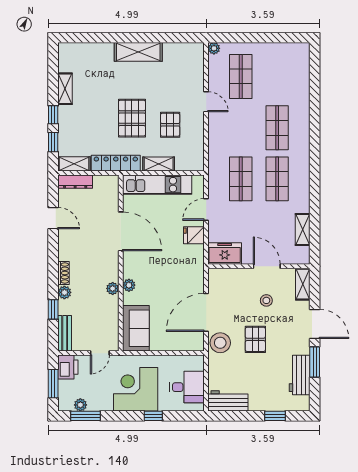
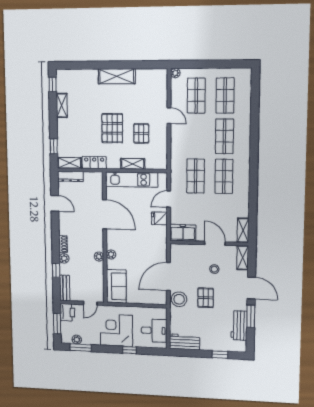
shop shelf: (277, 77) -> (225, 96), added
window: (53, 115) -> (53, 84), moved
locker: (116, 163) -> (94, 163), width x0.66
shelving: (303, 229) -> (243, 230), moved

